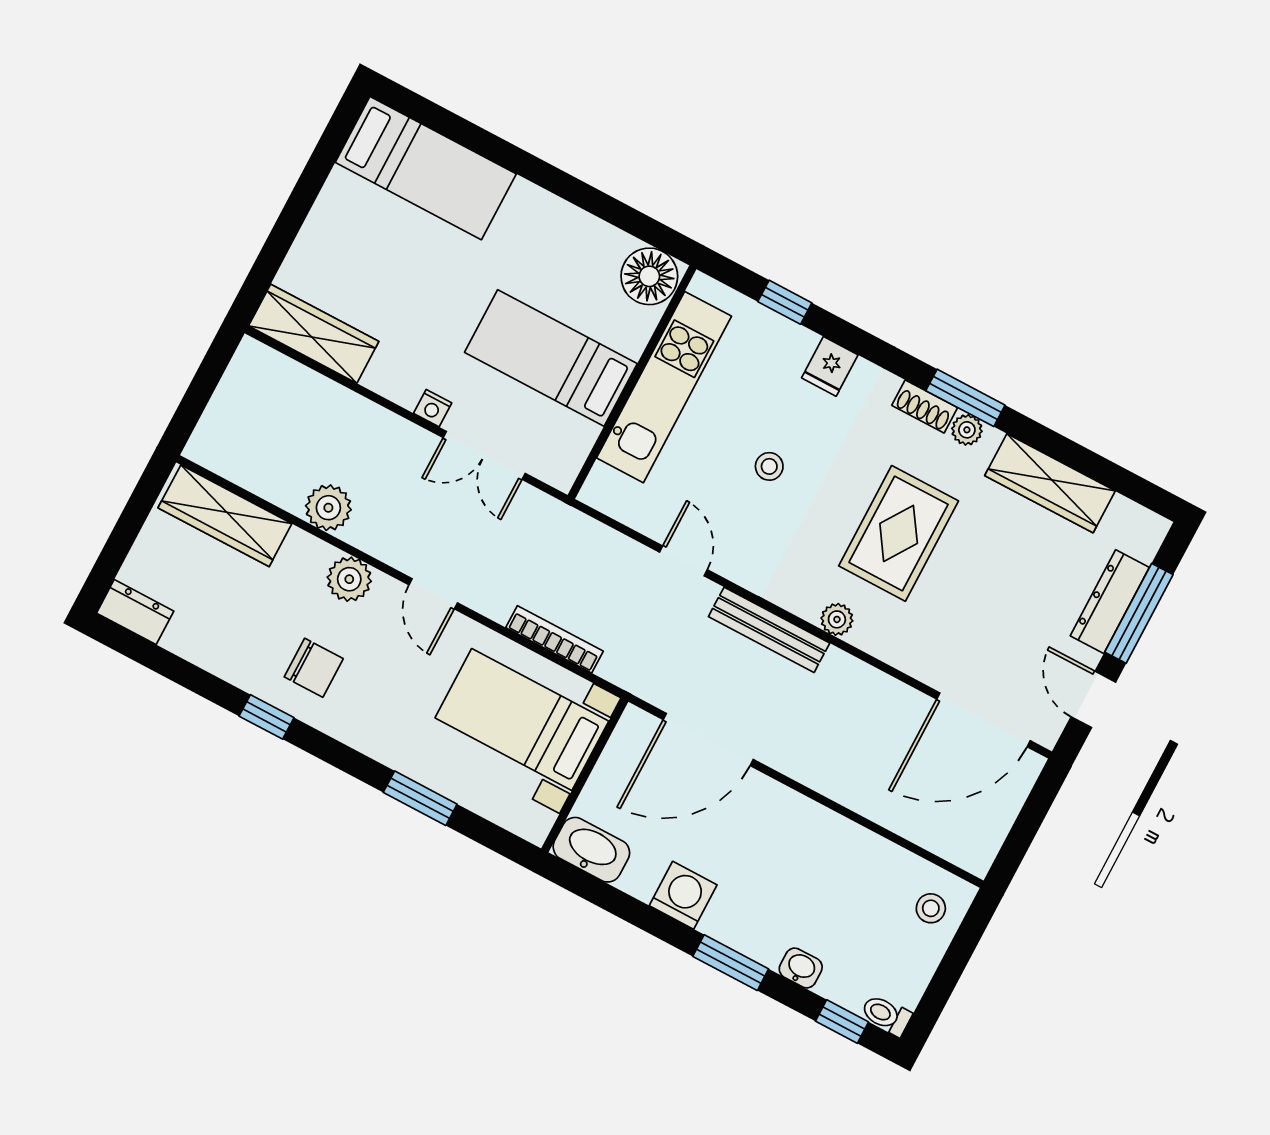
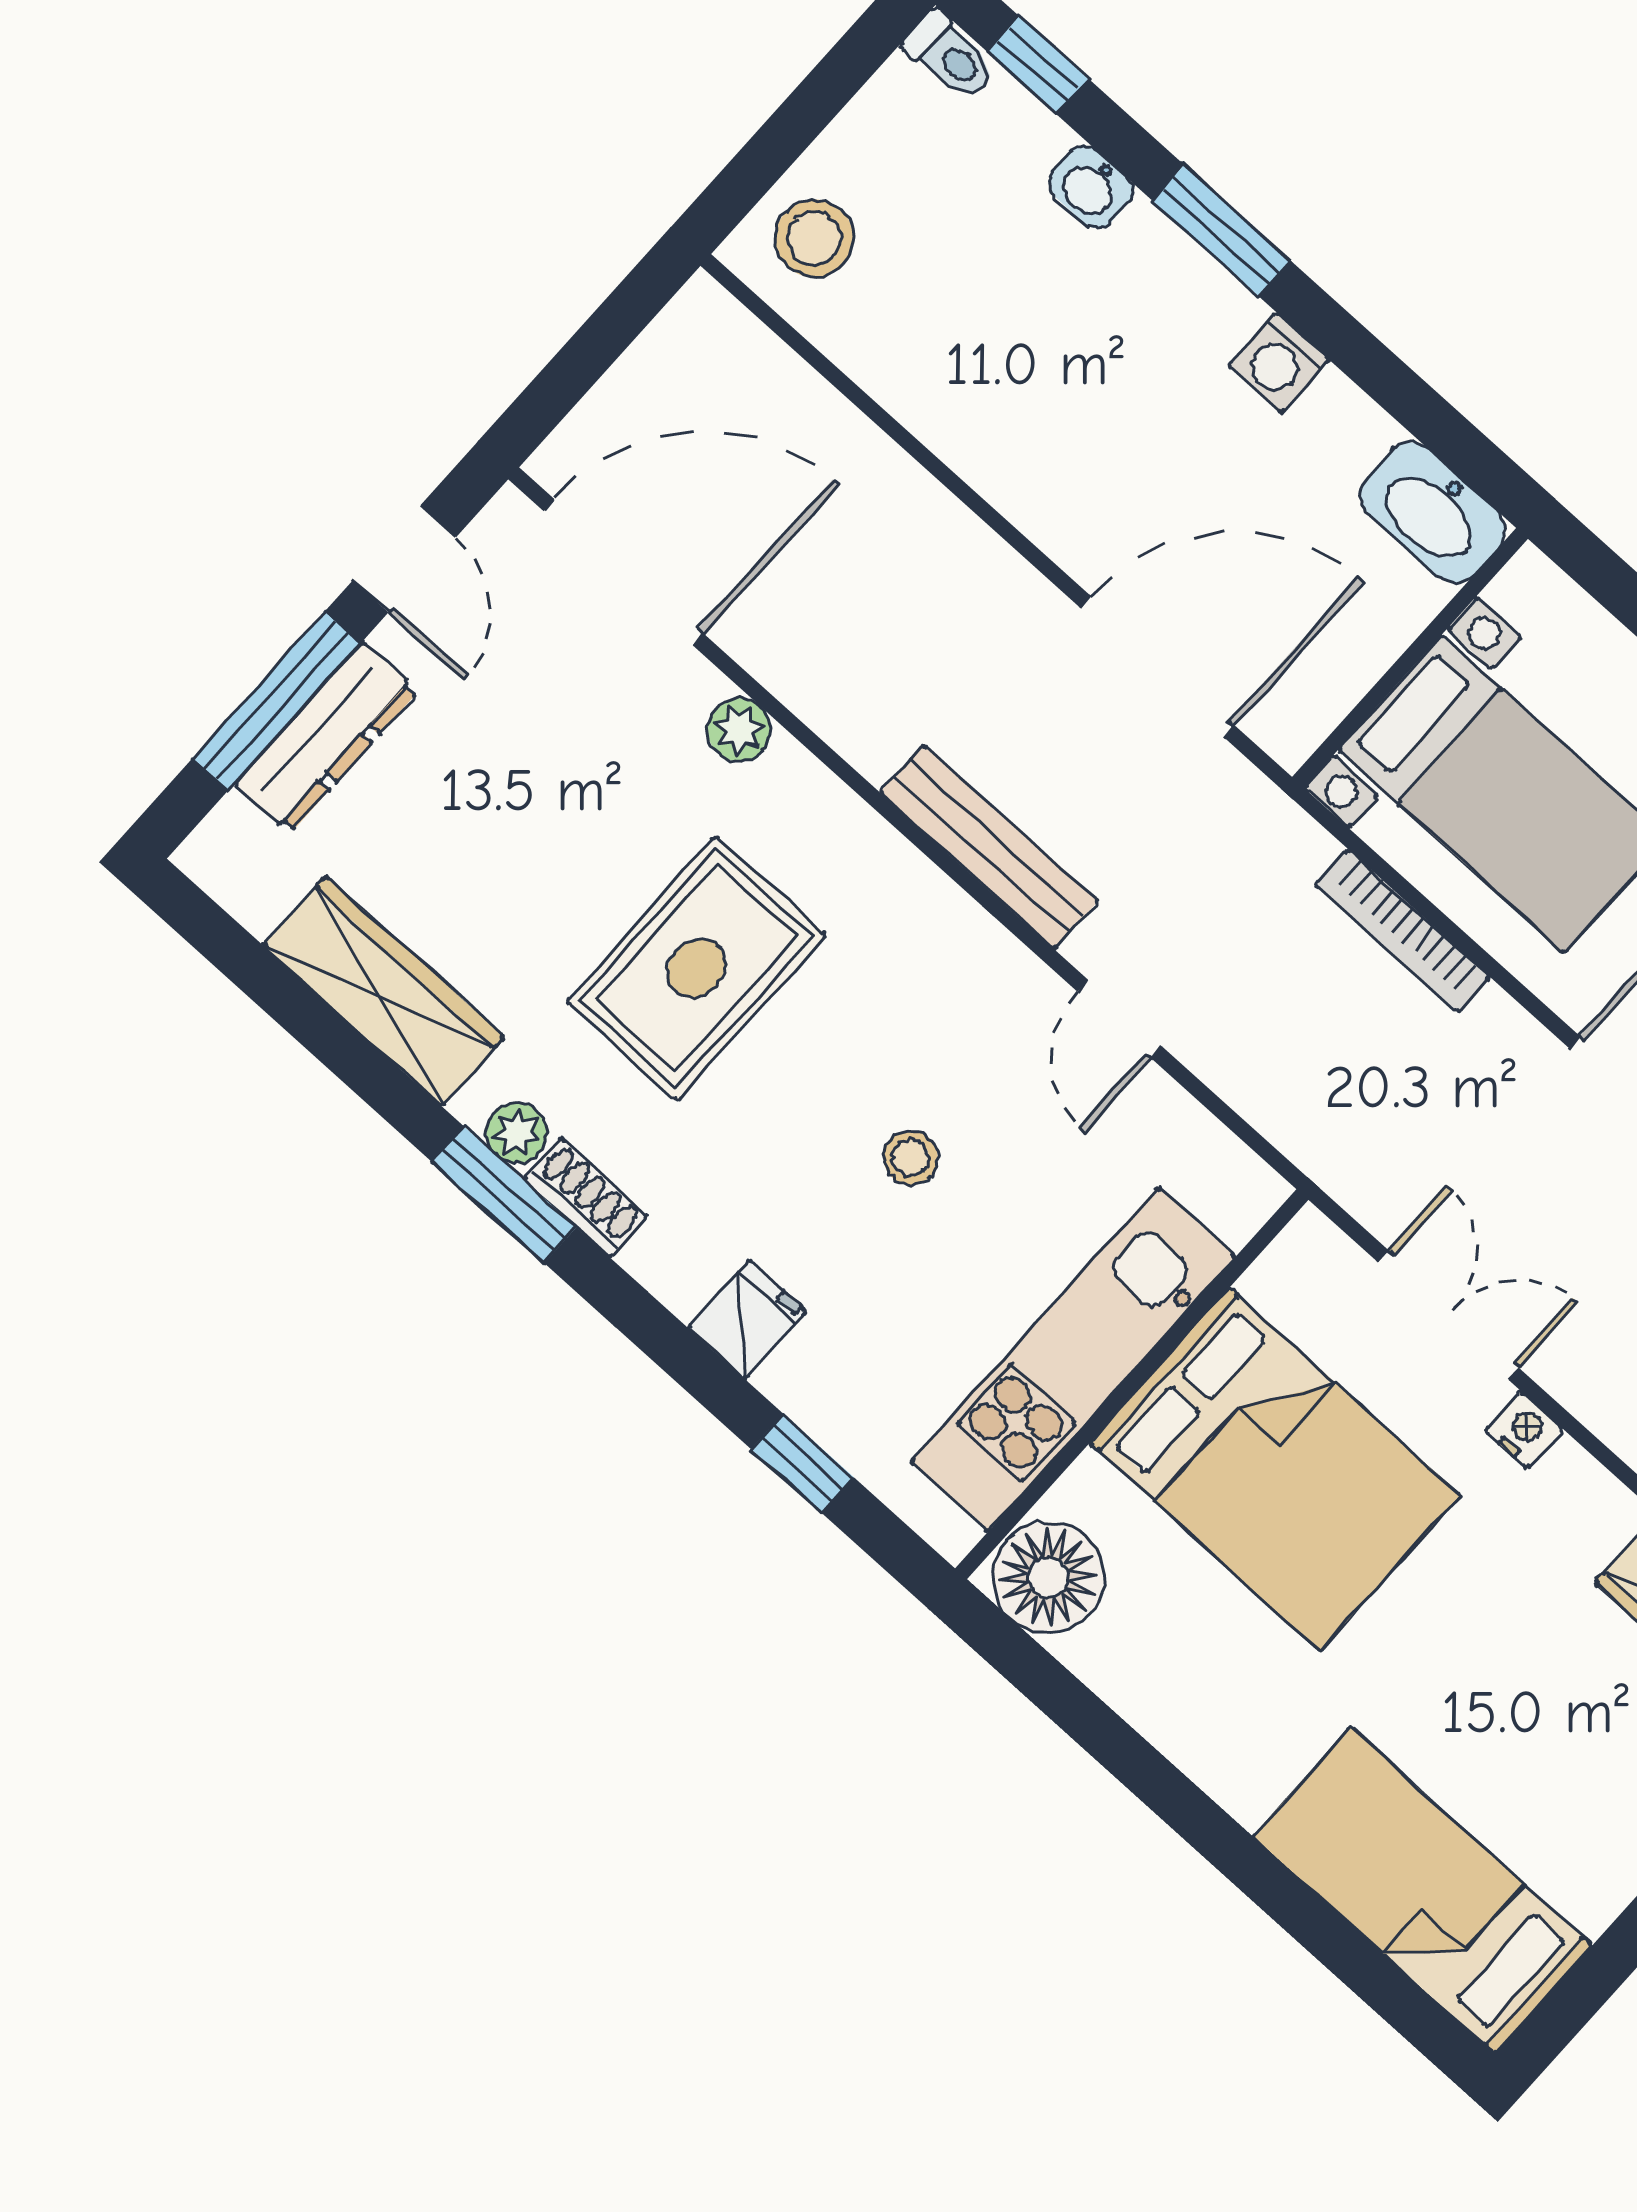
bed: (551, 358) -> (1275, 1469), width x1.50
plant: (837, 619) -> (739, 730), moved
washing machine: (683, 895) -> (1279, 363), width x0.73, depth x0.73
stool: (931, 908) -> (814, 238), width x1.37, depth x1.37

